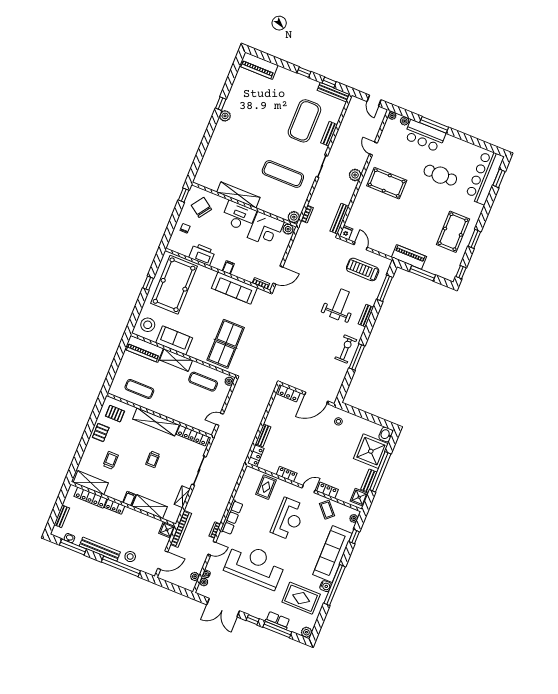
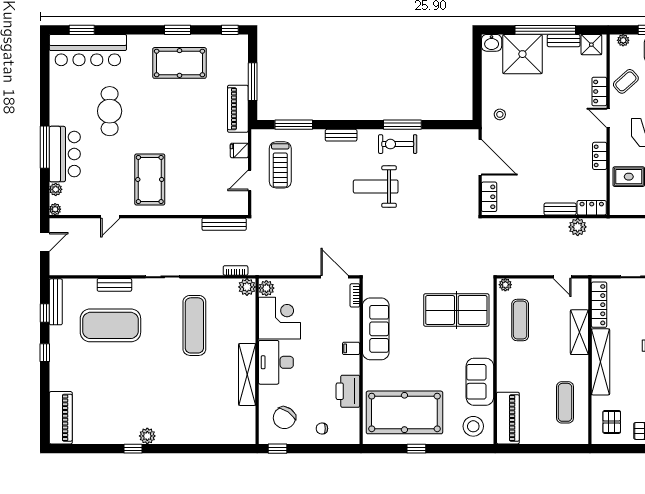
plant: (355, 175) -> (578, 227), moved
fridge: (346, 233) -> (239, 150), moved
weight bench: (340, 304) -> (376, 187), moved
shelving: (176, 360) -> (579, 332), moved

